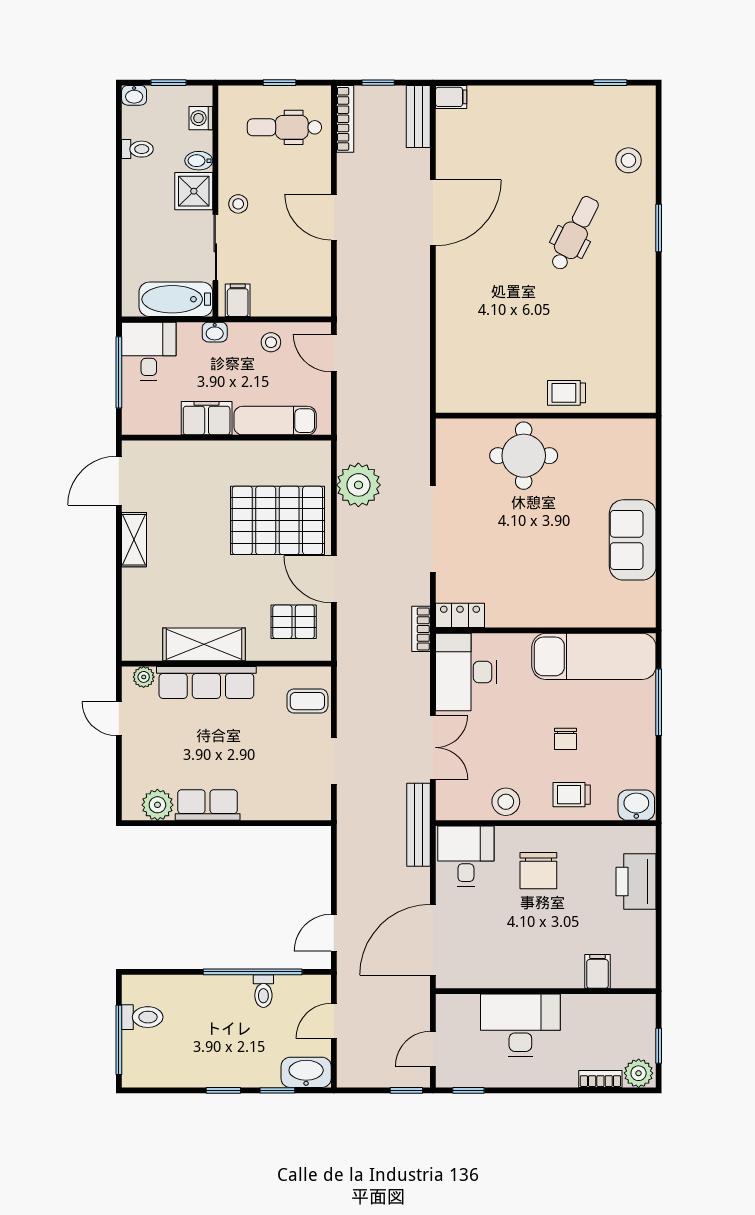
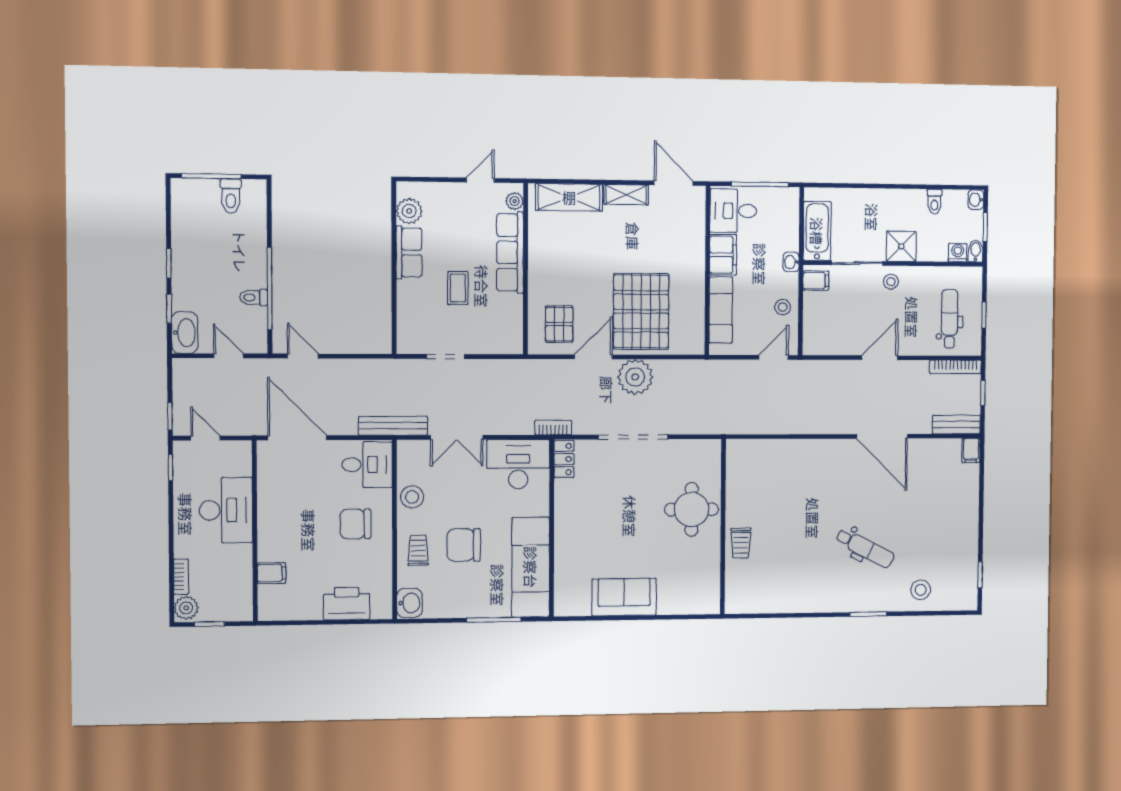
bidet: (199, 161) -> (976, 251), moved
desk: (149, 351) -> (733, 211), moved, turned 180
trolley: (567, 393) -> (741, 543), turned 180
plant: (358, 485) -> (635, 377), moved
shelving: (204, 644) -> (569, 197), moved, turned 90
coffee table: (307, 701) -> (458, 288), moved
chair: (566, 739) -> (464, 545), width x1.87, depth x1.87

